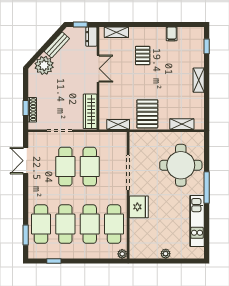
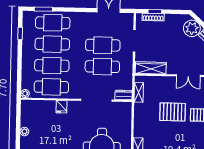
pallet: (147, 114) -> (173, 112), moved
dresser: (122, 142) -> (124, 95), added
fridge: (139, 207) -> (61, 107), width x0.53, depth x0.75

